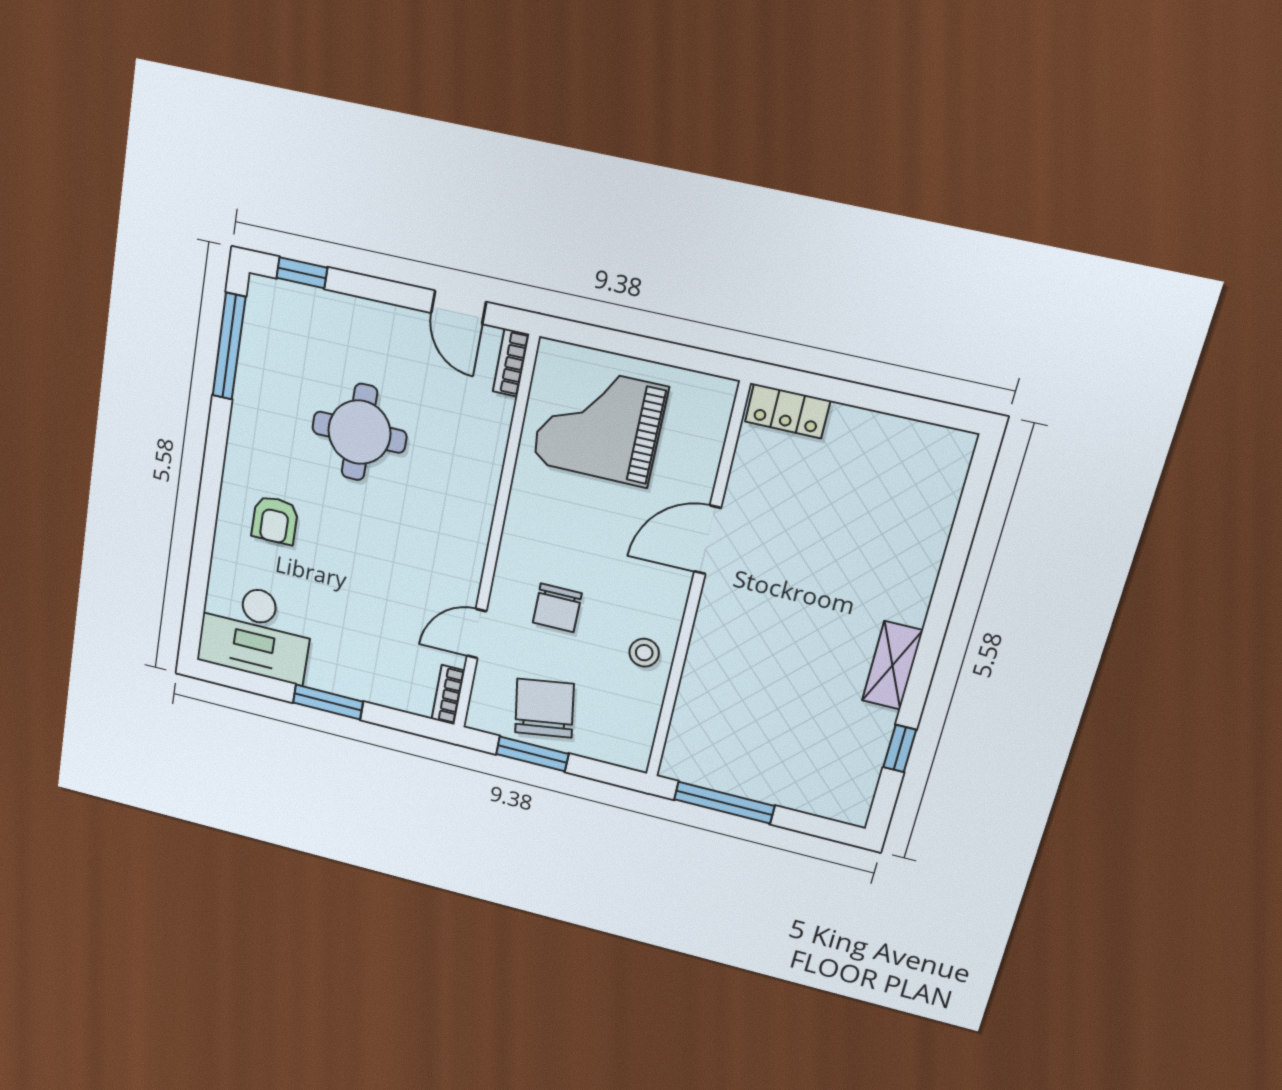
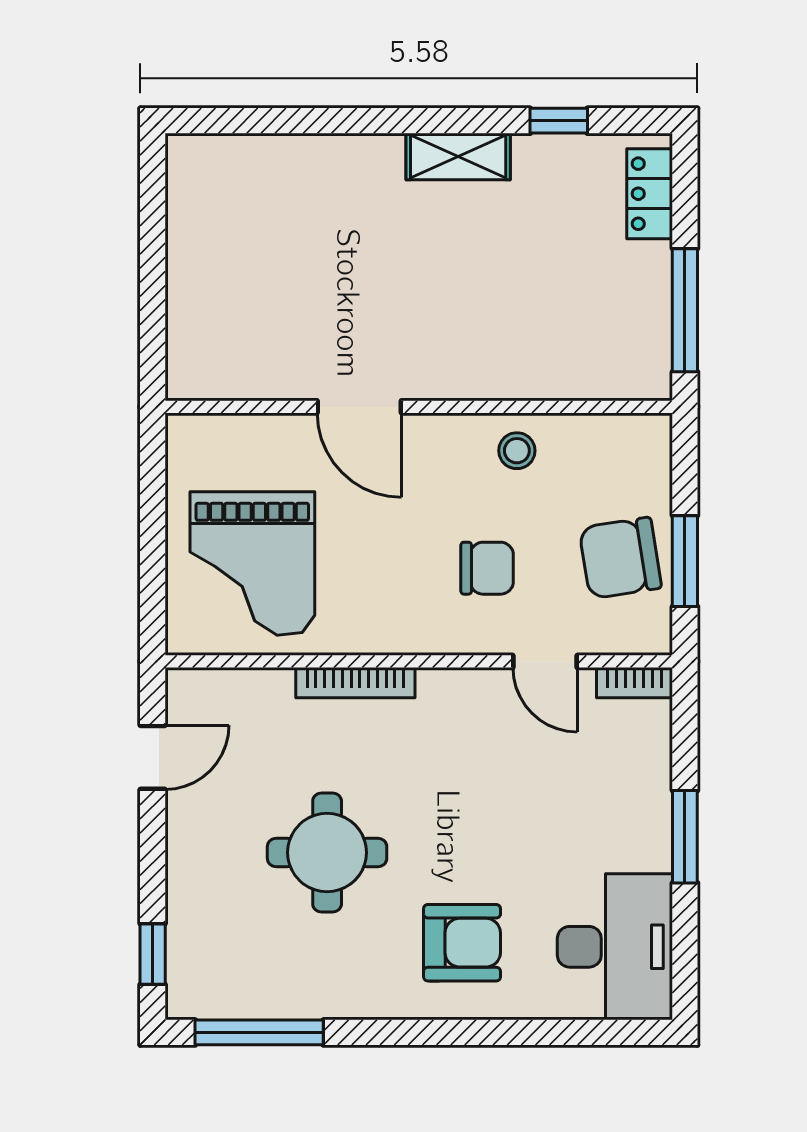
bookcase: (511, 363) -> (355, 683), moved, width x1.56
locker: (788, 411) -> (650, 194), moved, turned 180
armchair: (275, 520) -> (462, 943), width x1.38, depth x1.38

